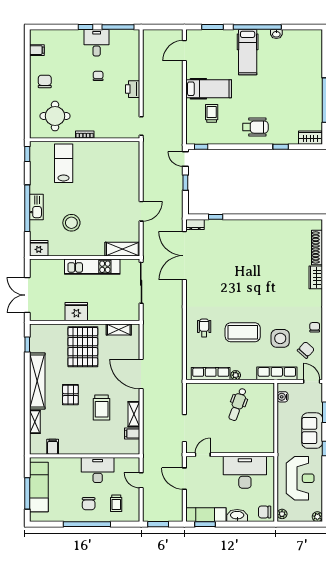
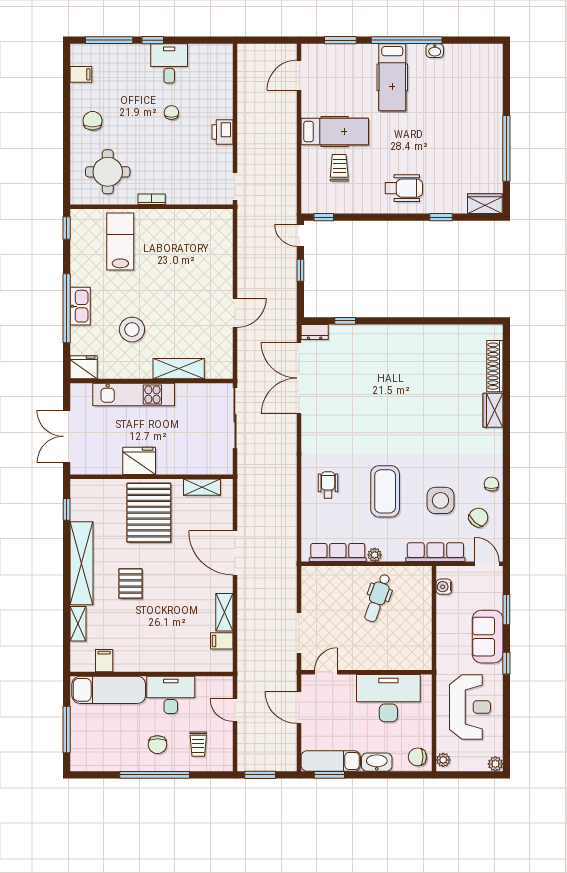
window: (118, 27) -> (109, 40), moved
shelving: (122, 249) -> (179, 369), moved
kitchen unit: (92, 267) -> (134, 395), moved
coffee table: (243, 332) -> (385, 491), turned 90
trolley: (102, 407) -> (176, 602), removed
exam couch: (39, 487) -> (109, 690), moved, turned 90

